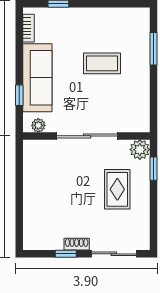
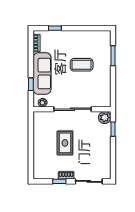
rug: (117, 189) -> (65, 143), moved

